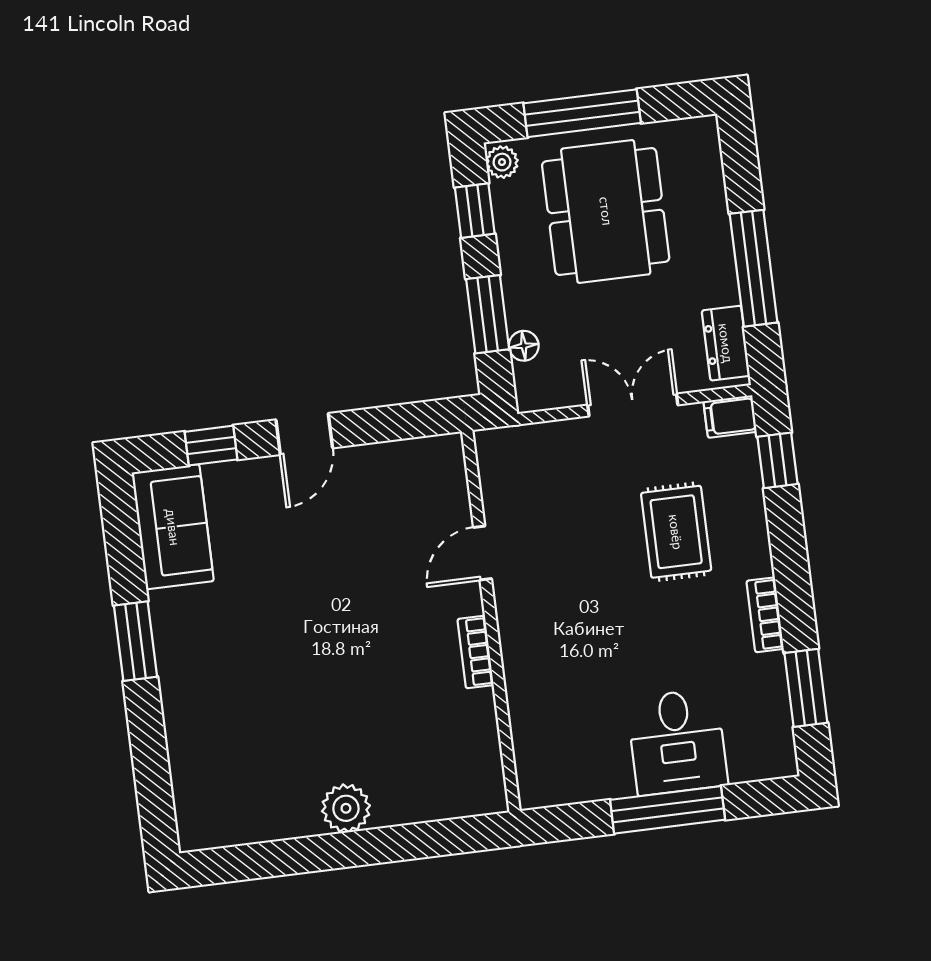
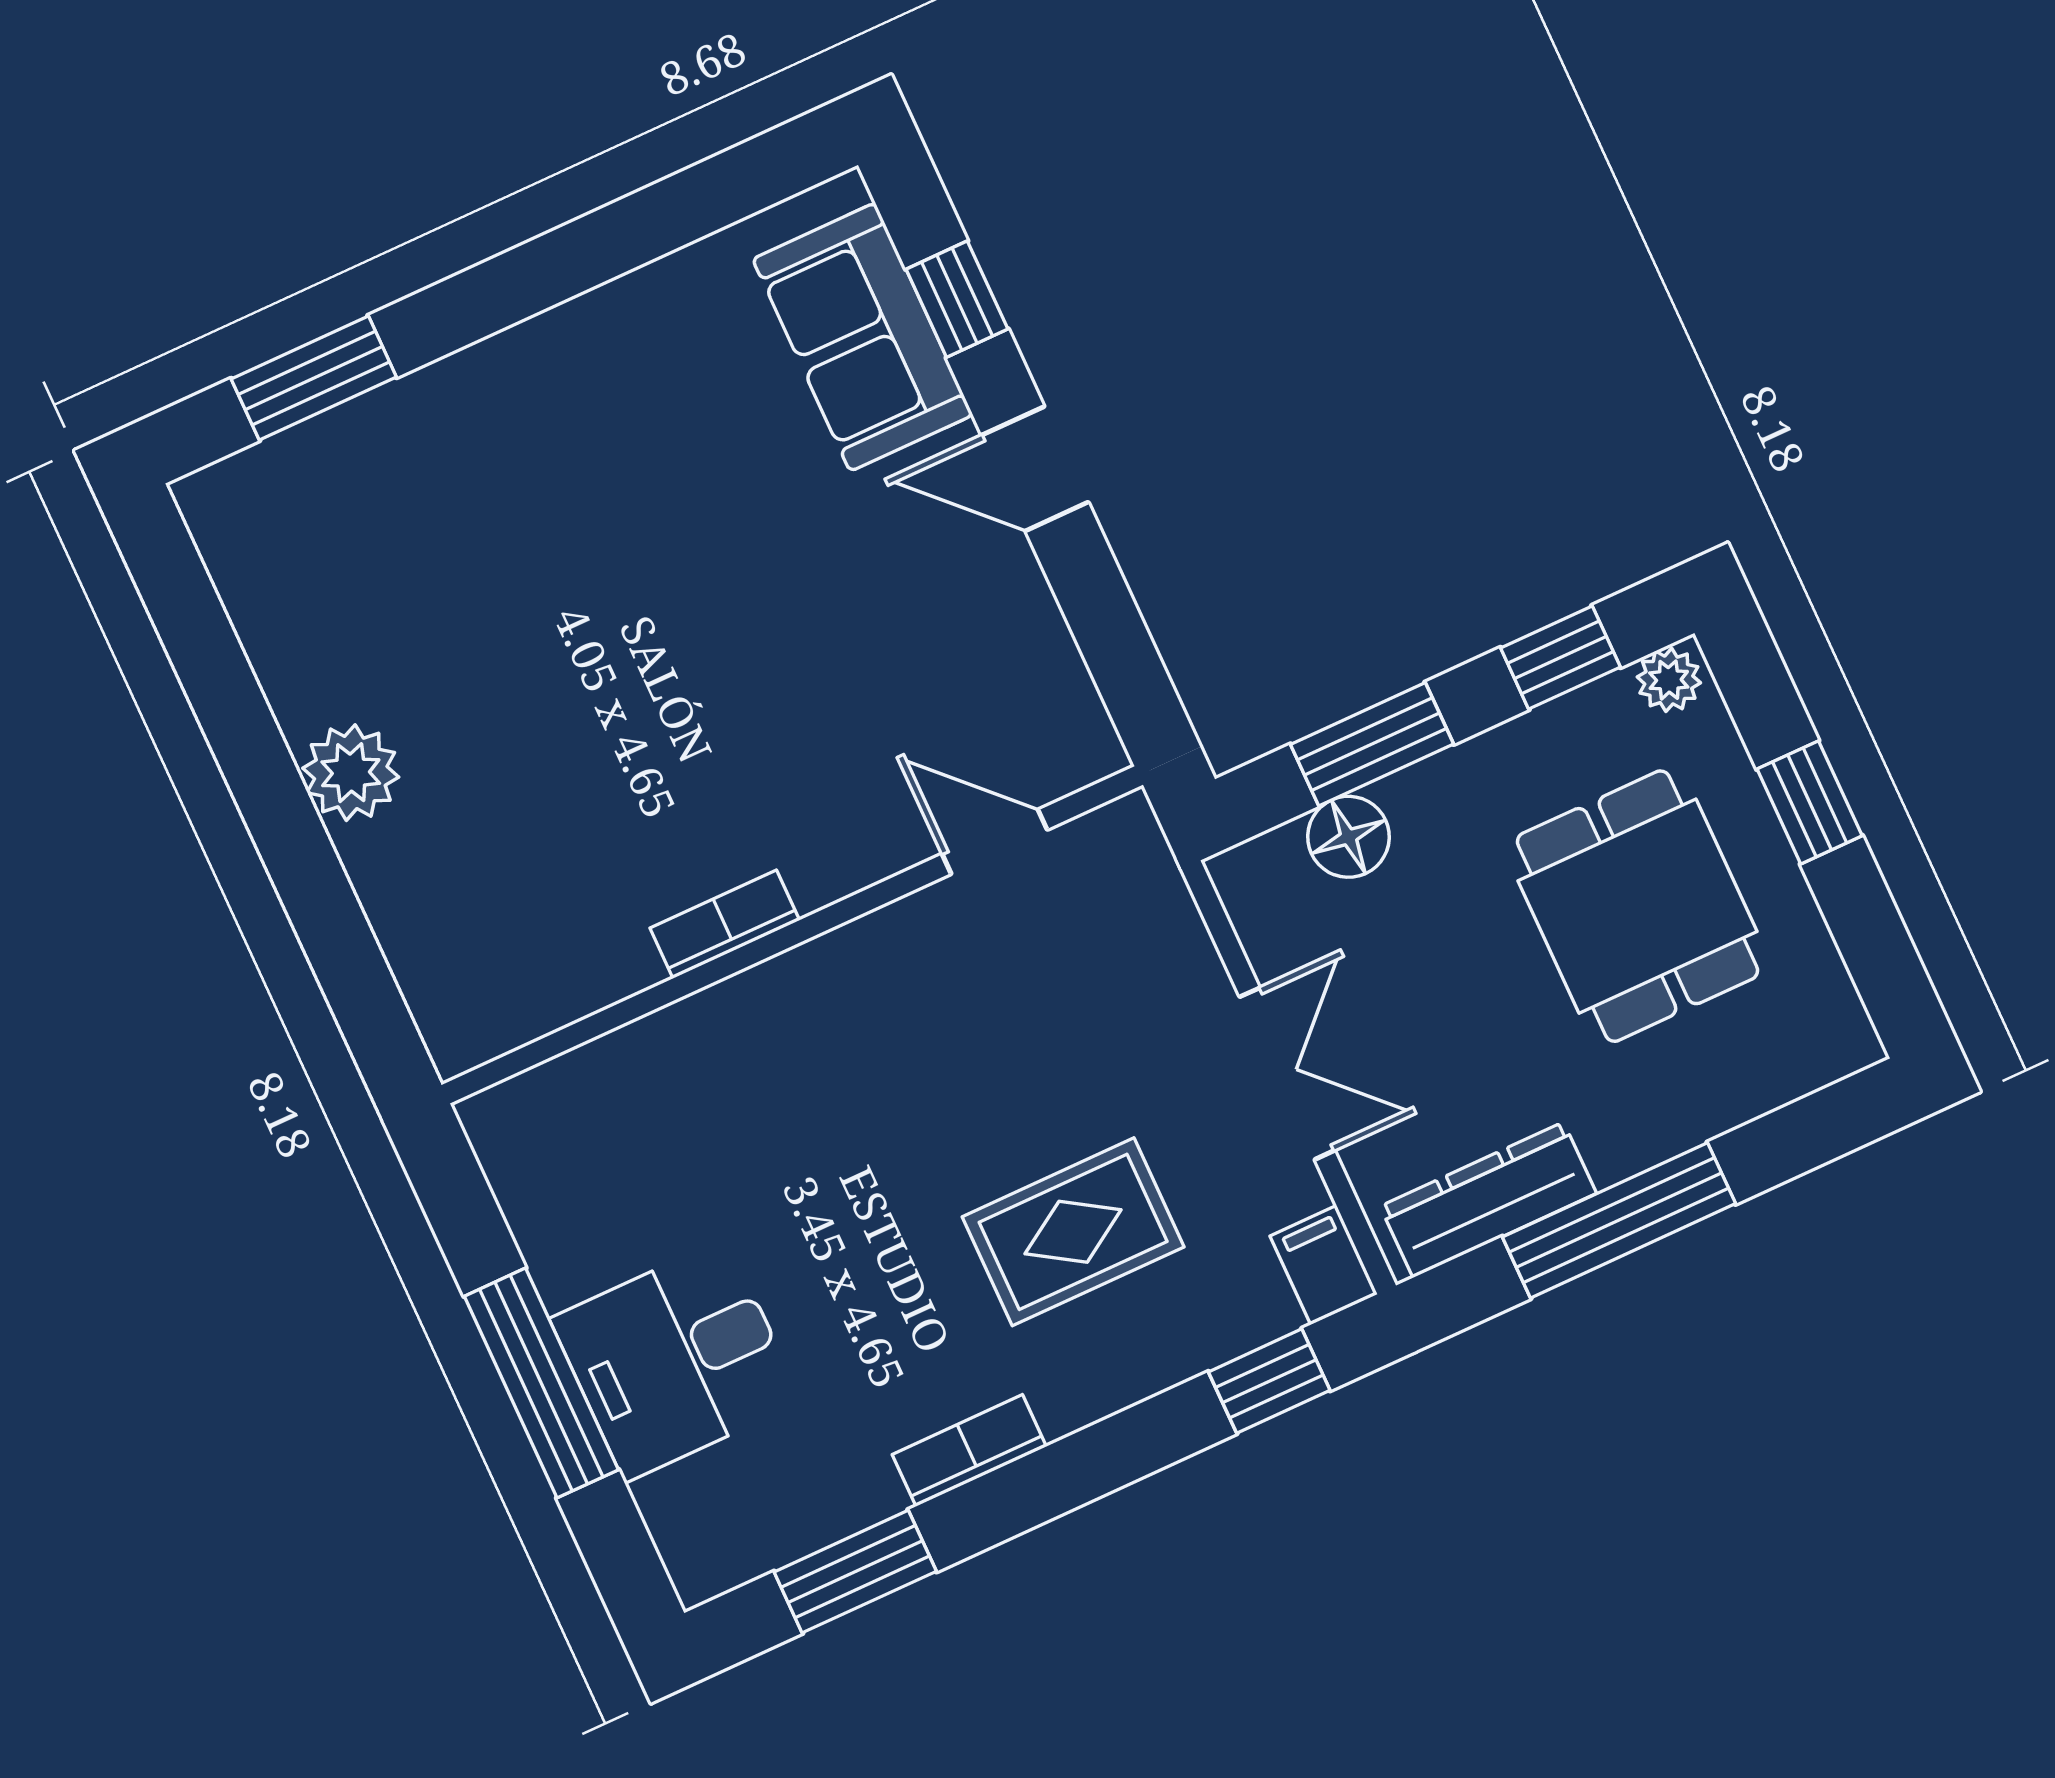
window: (582, 113) -> (1810, 802), width x0.46
dining table: (606, 211) -> (1638, 906), width x0.73
dresser: (726, 343) -> (1488, 1200), width x1.44
floor lamp: (524, 346) -> (1348, 837), width x1.37, depth x1.37
sofa: (173, 527) -> (863, 337), moved, turned 90
door: (482, 553) -> (995, 842), moved
window: (136, 641) -> (314, 378), moved

